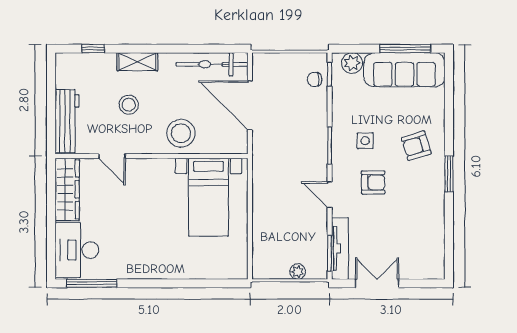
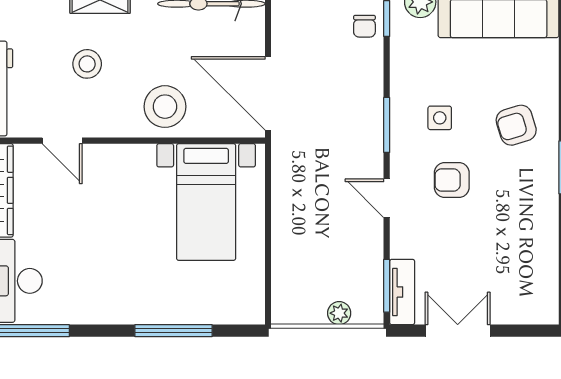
chair: (315, 79) -> (364, 26), turned -90
door: (250, 105) -> (268, 93), moved
armchair: (373, 182) -> (452, 180), turned 180
tv unit: (340, 249) -> (402, 292), width x0.71
window: (187, 283) -> (173, 331), added

